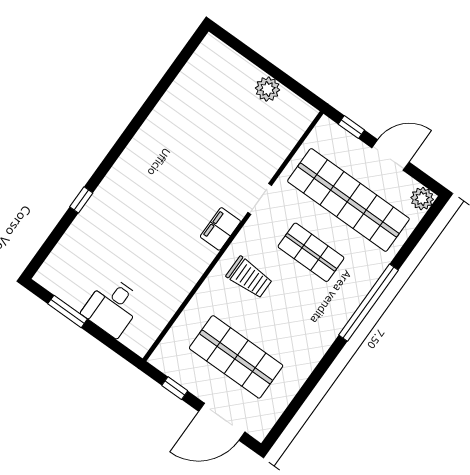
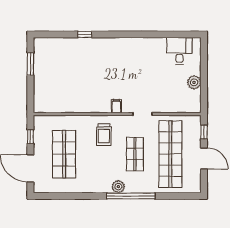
plant: (422, 199) -> (118, 187), moved
filing cabinet: (220, 229) -> (116, 106), width x0.50
desk: (112, 307) -> (179, 51), moved, turned 90

